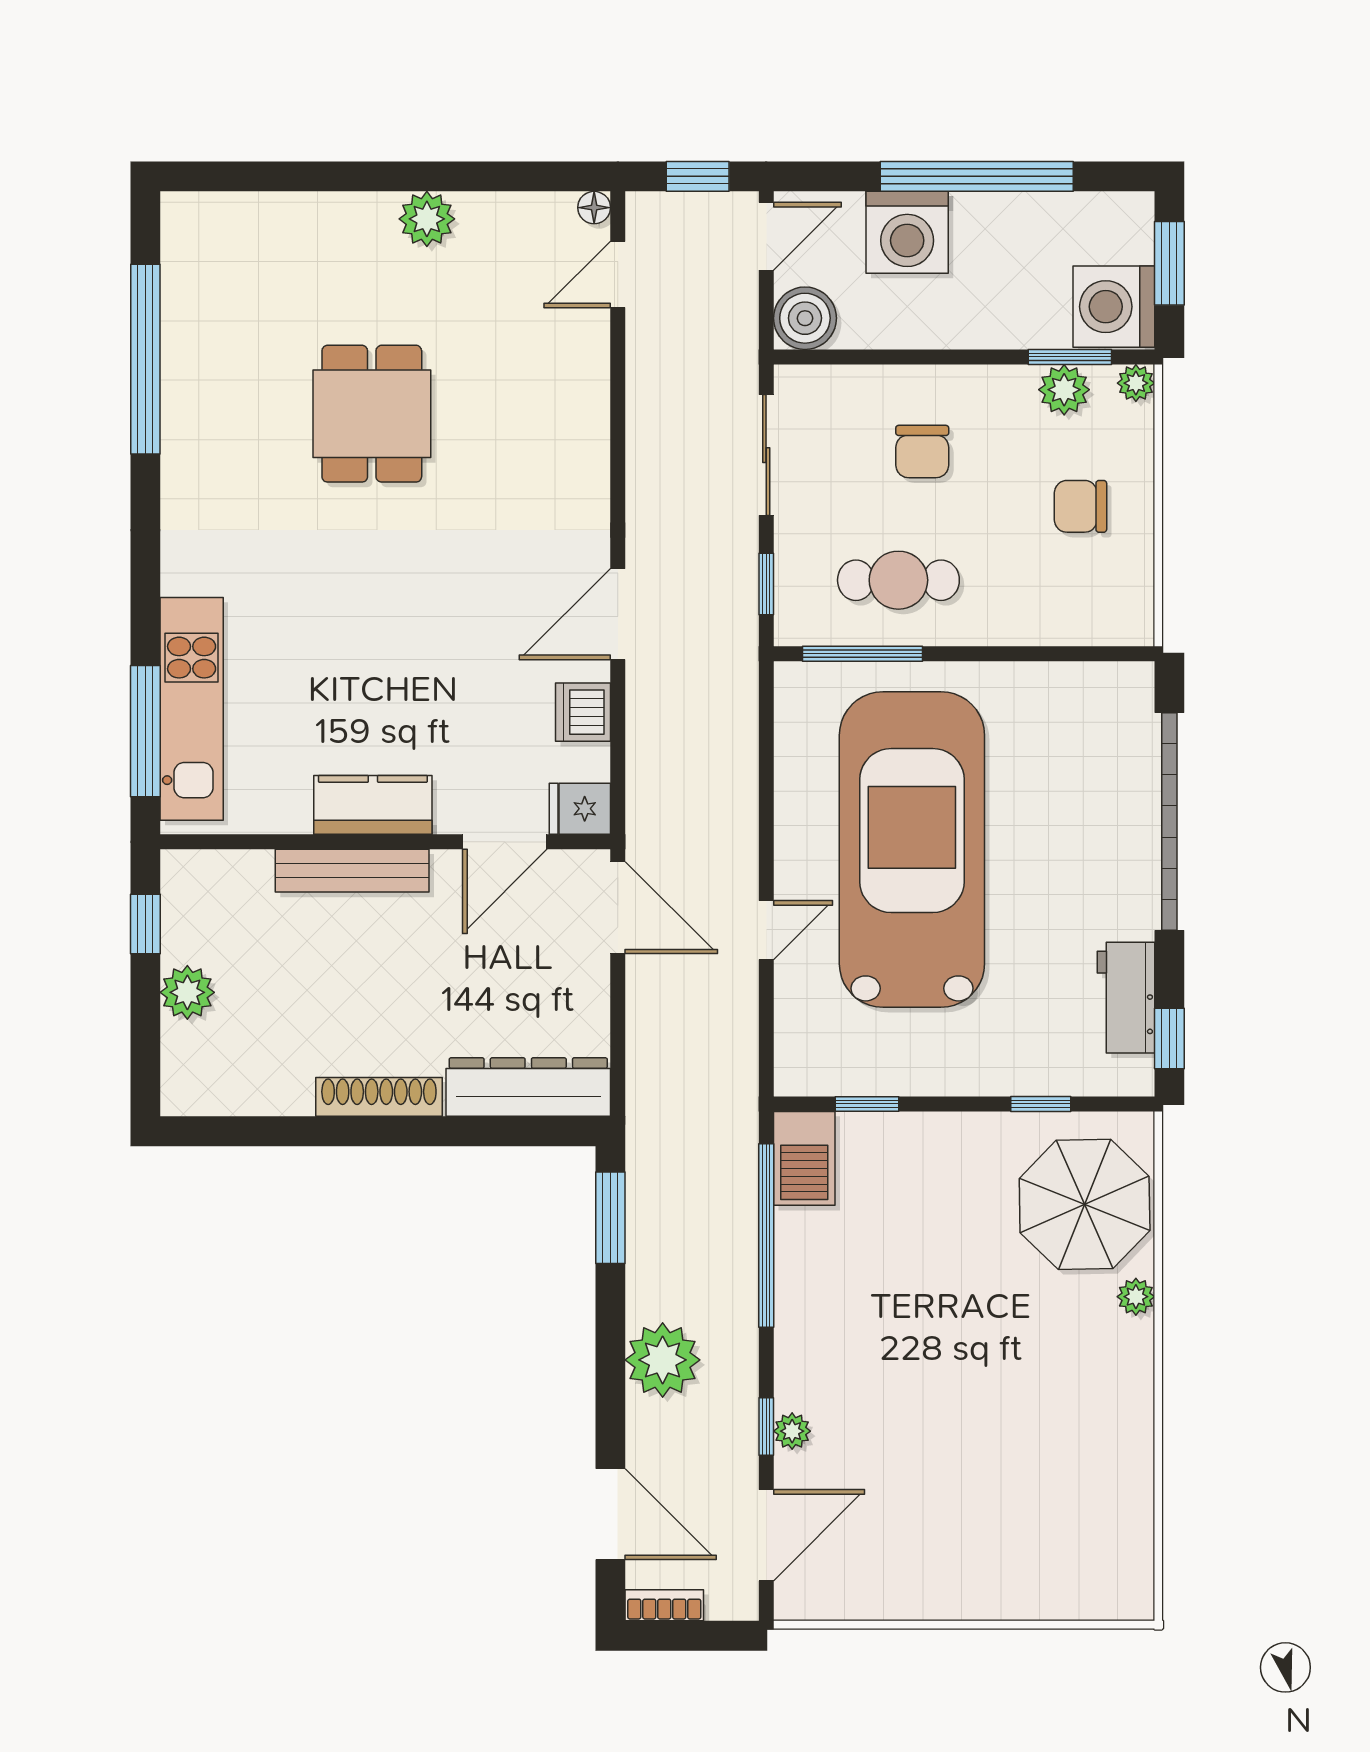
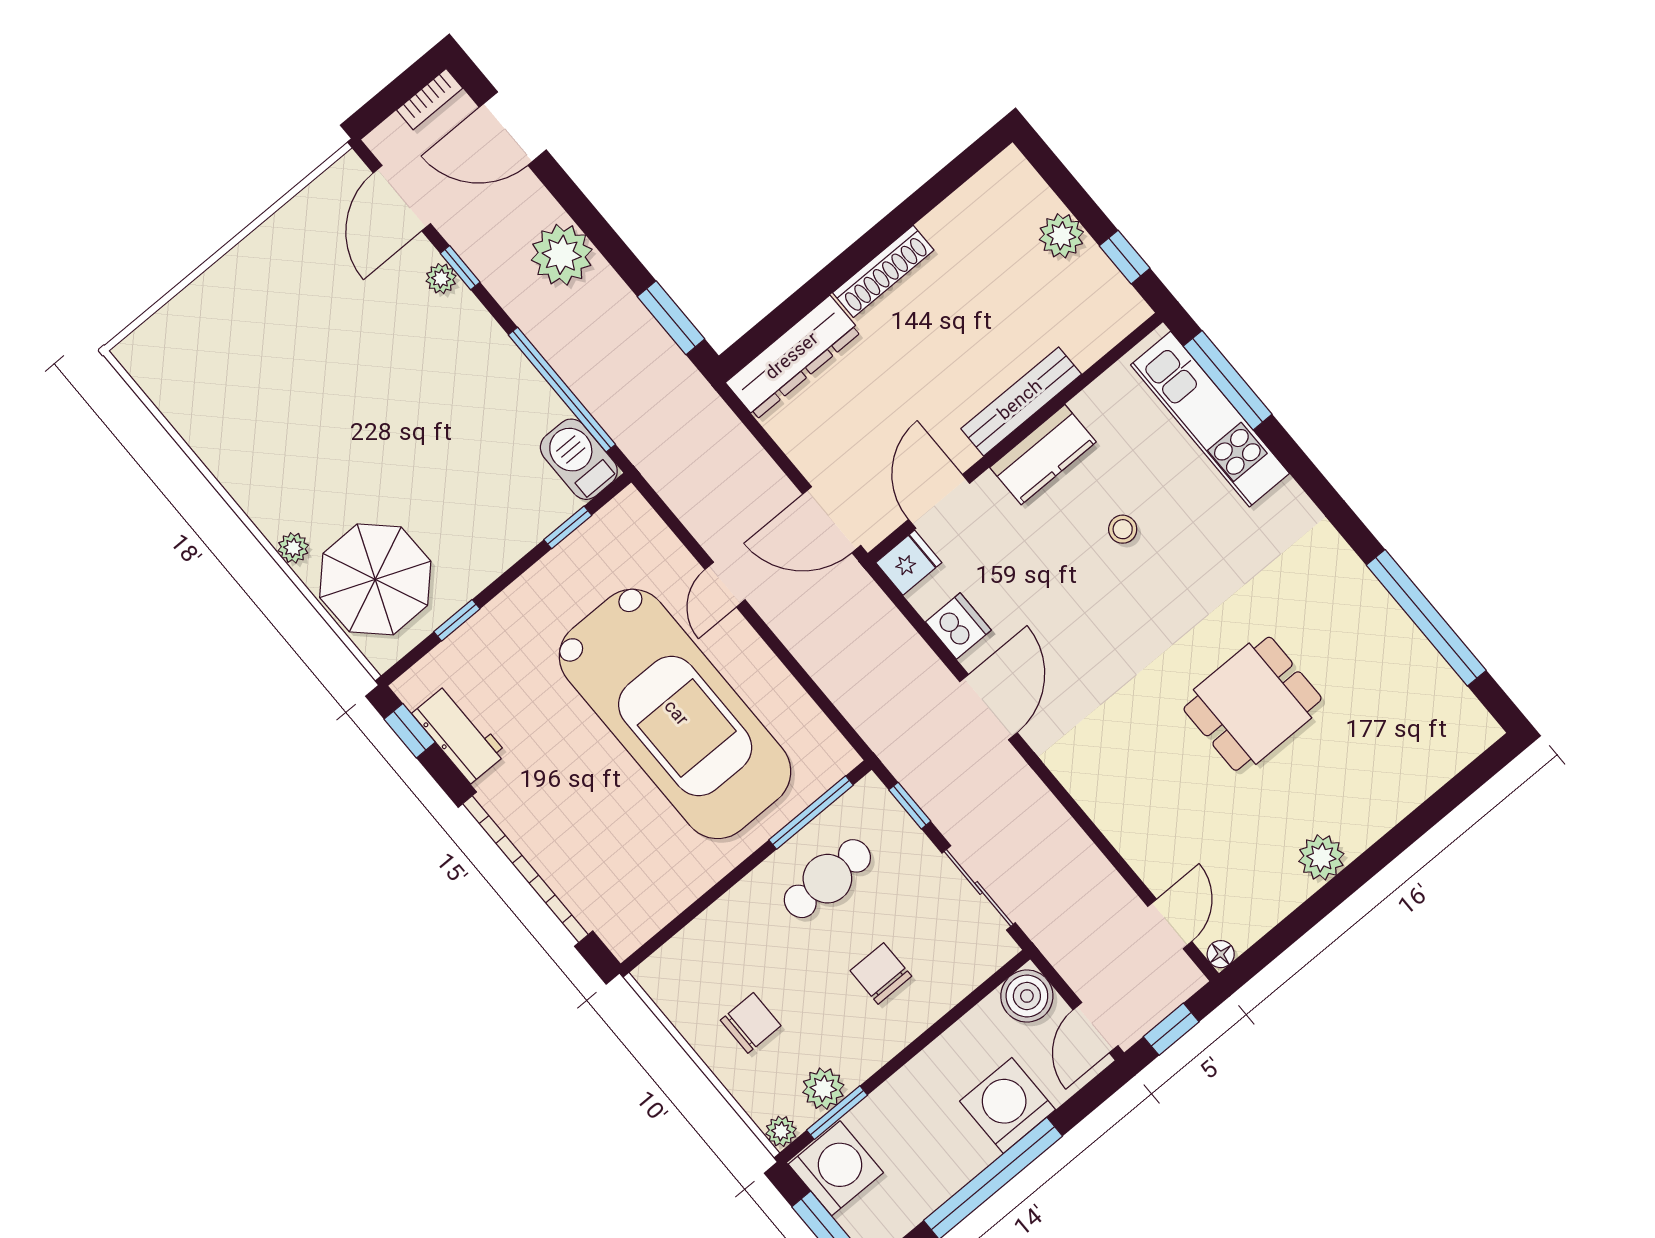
dining table: (372, 414) -> (1253, 704), turned 90
stool: (357, 675) -> (1123, 529), added

